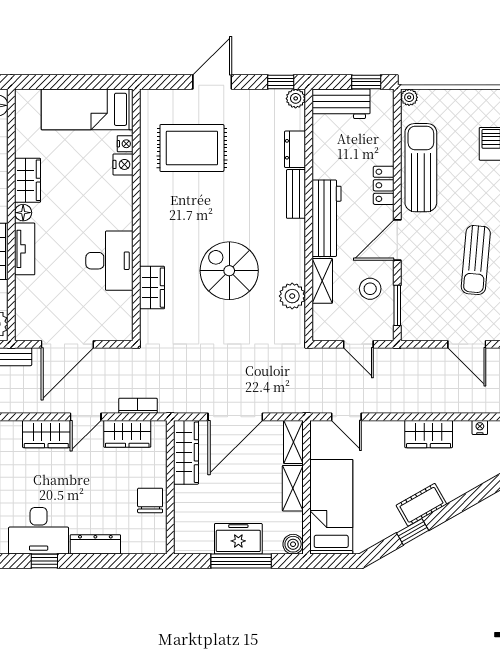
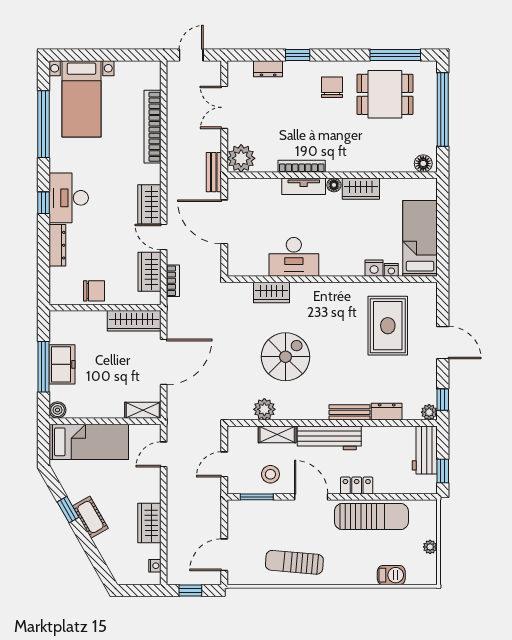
plant: (409, 97) -> (430, 547), moved
door: (235, 417) -> (164, 362), swing flipped
shelving: (293, 488) -> (104, 410), removed

